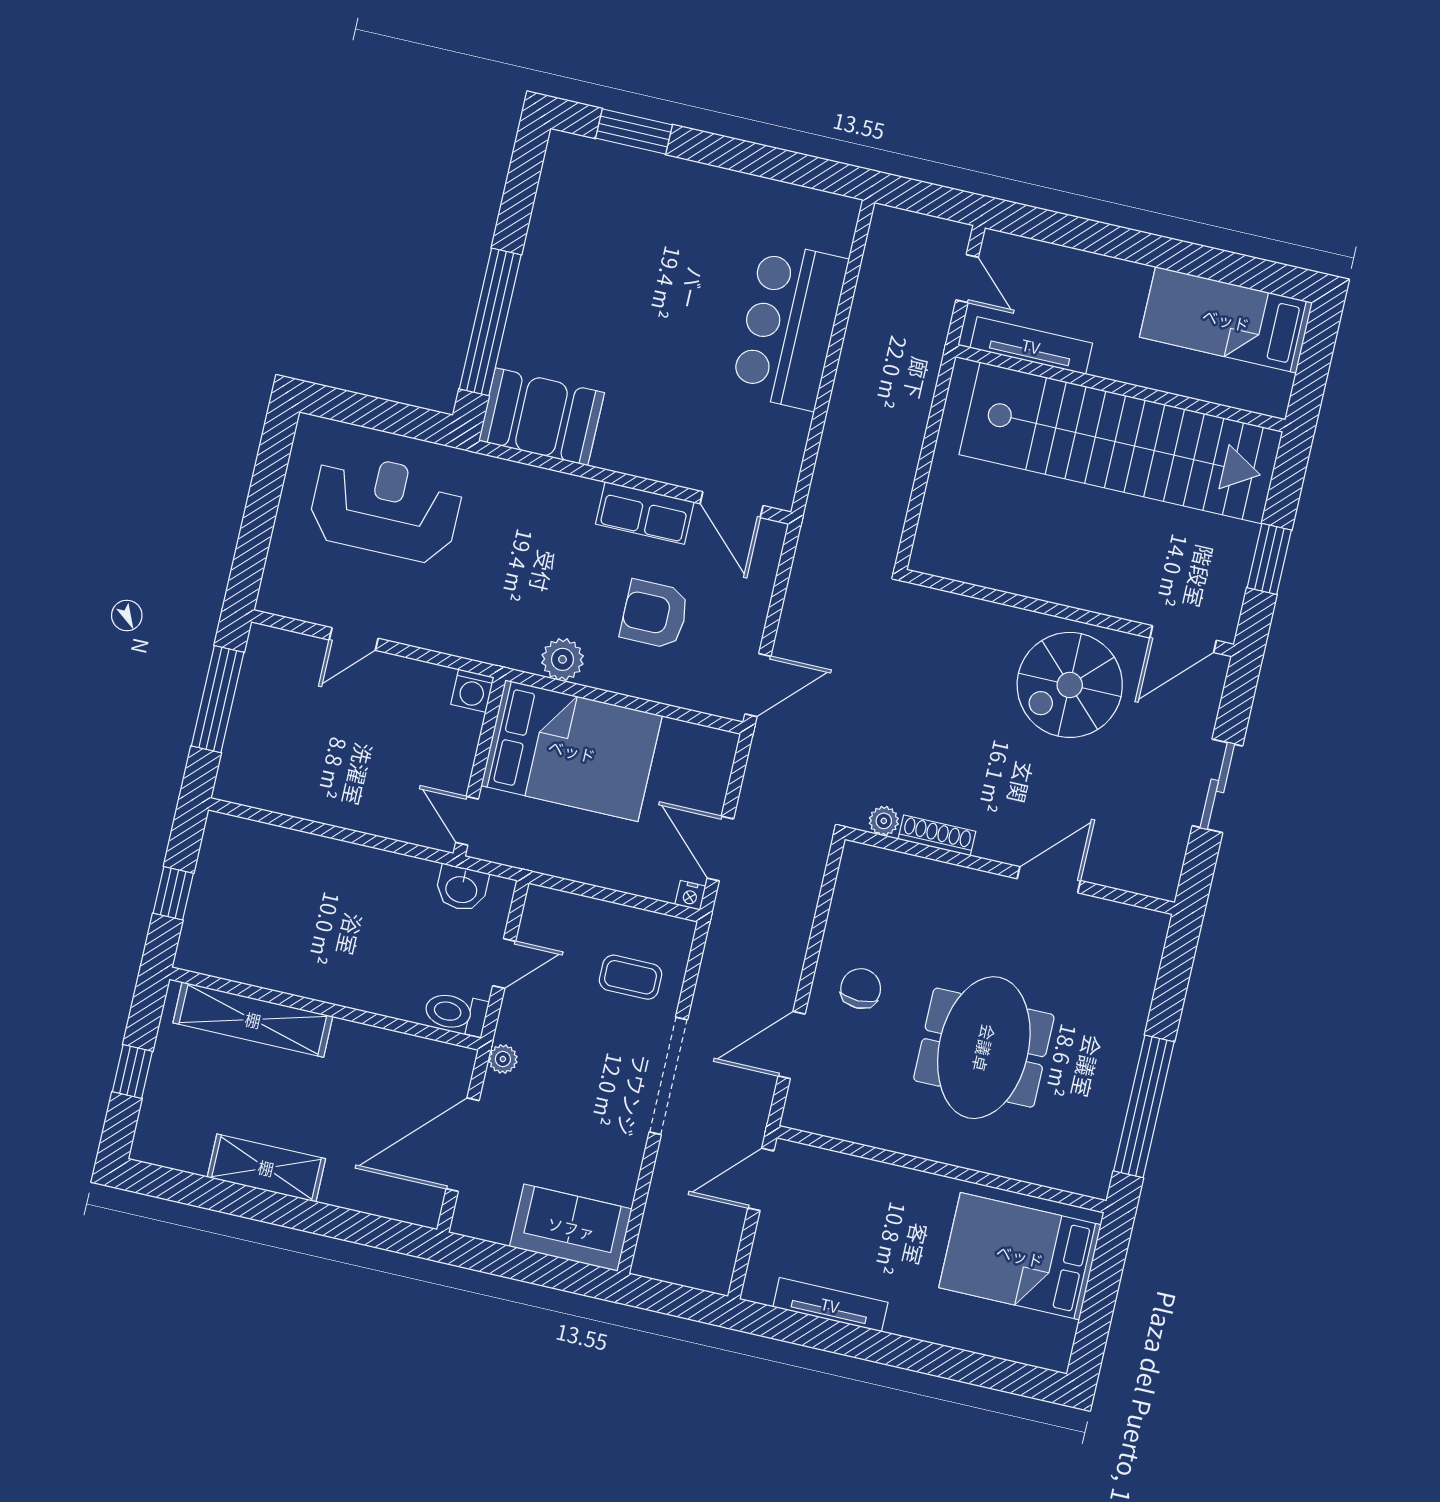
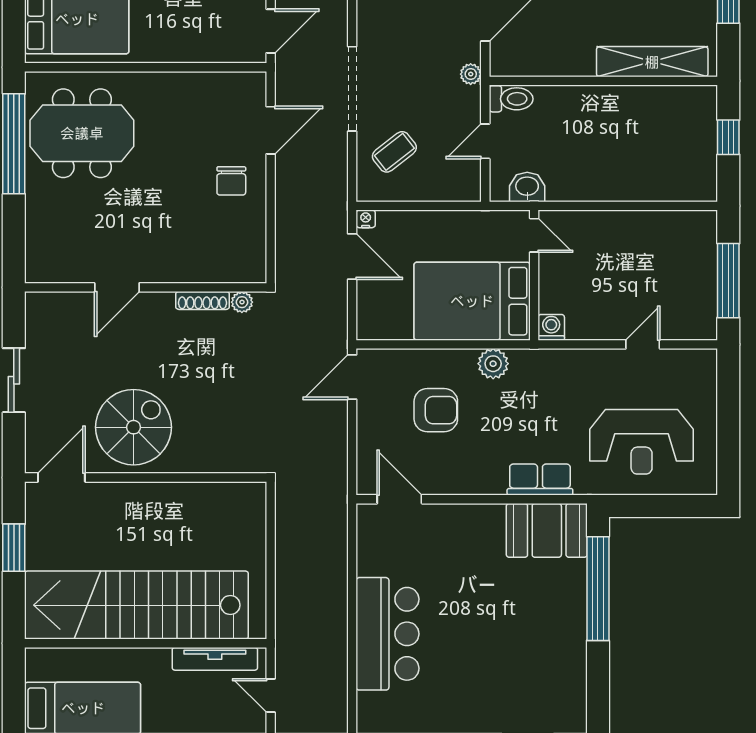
row of seats: (645, 513) -> (540, 480), moved
coffee table: (631, 977) -> (394, 152), turned -38
meeting table: (984, 1048) -> (82, 133), moved, turned 90

